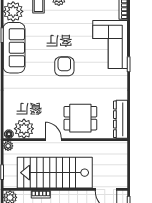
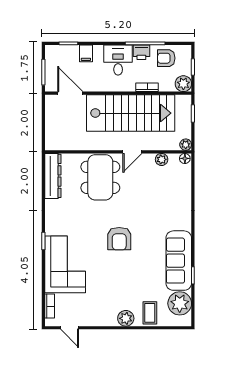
dining table: (80, 118) -> (100, 177), width x1.38
plant: (24, 129) -> (162, 159), width x0.53, depth x0.53
door: (53, 140) -> (132, 152), hinge flipped

